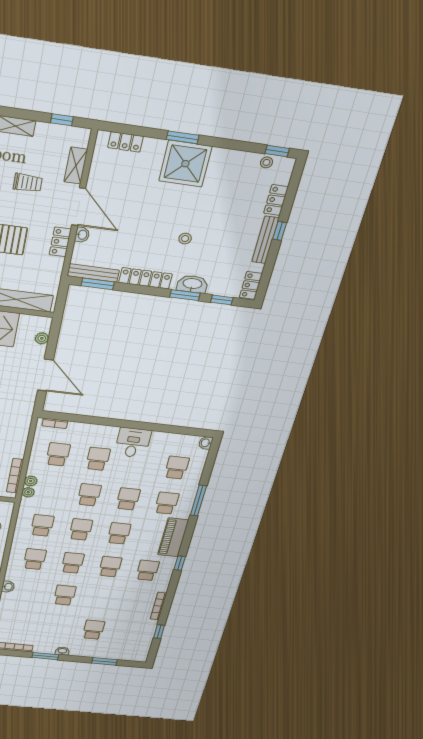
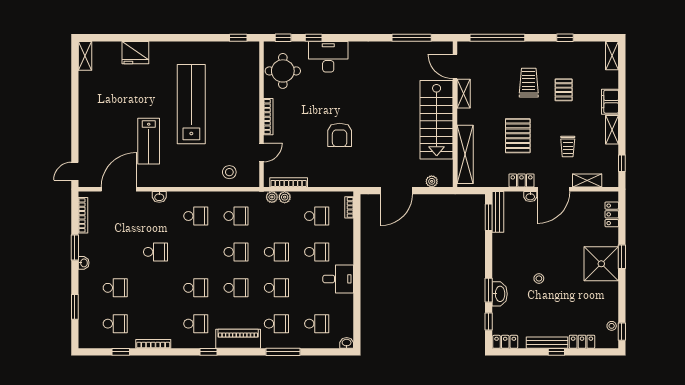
locker: (146, 278) -> (499, 255), removed
school desk: (73, 563) -> (115, 324), moved

